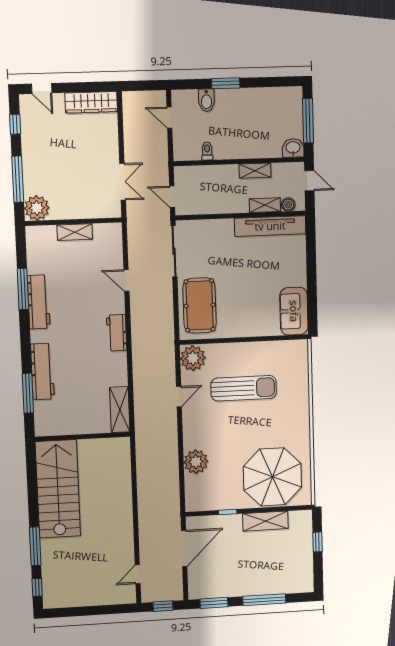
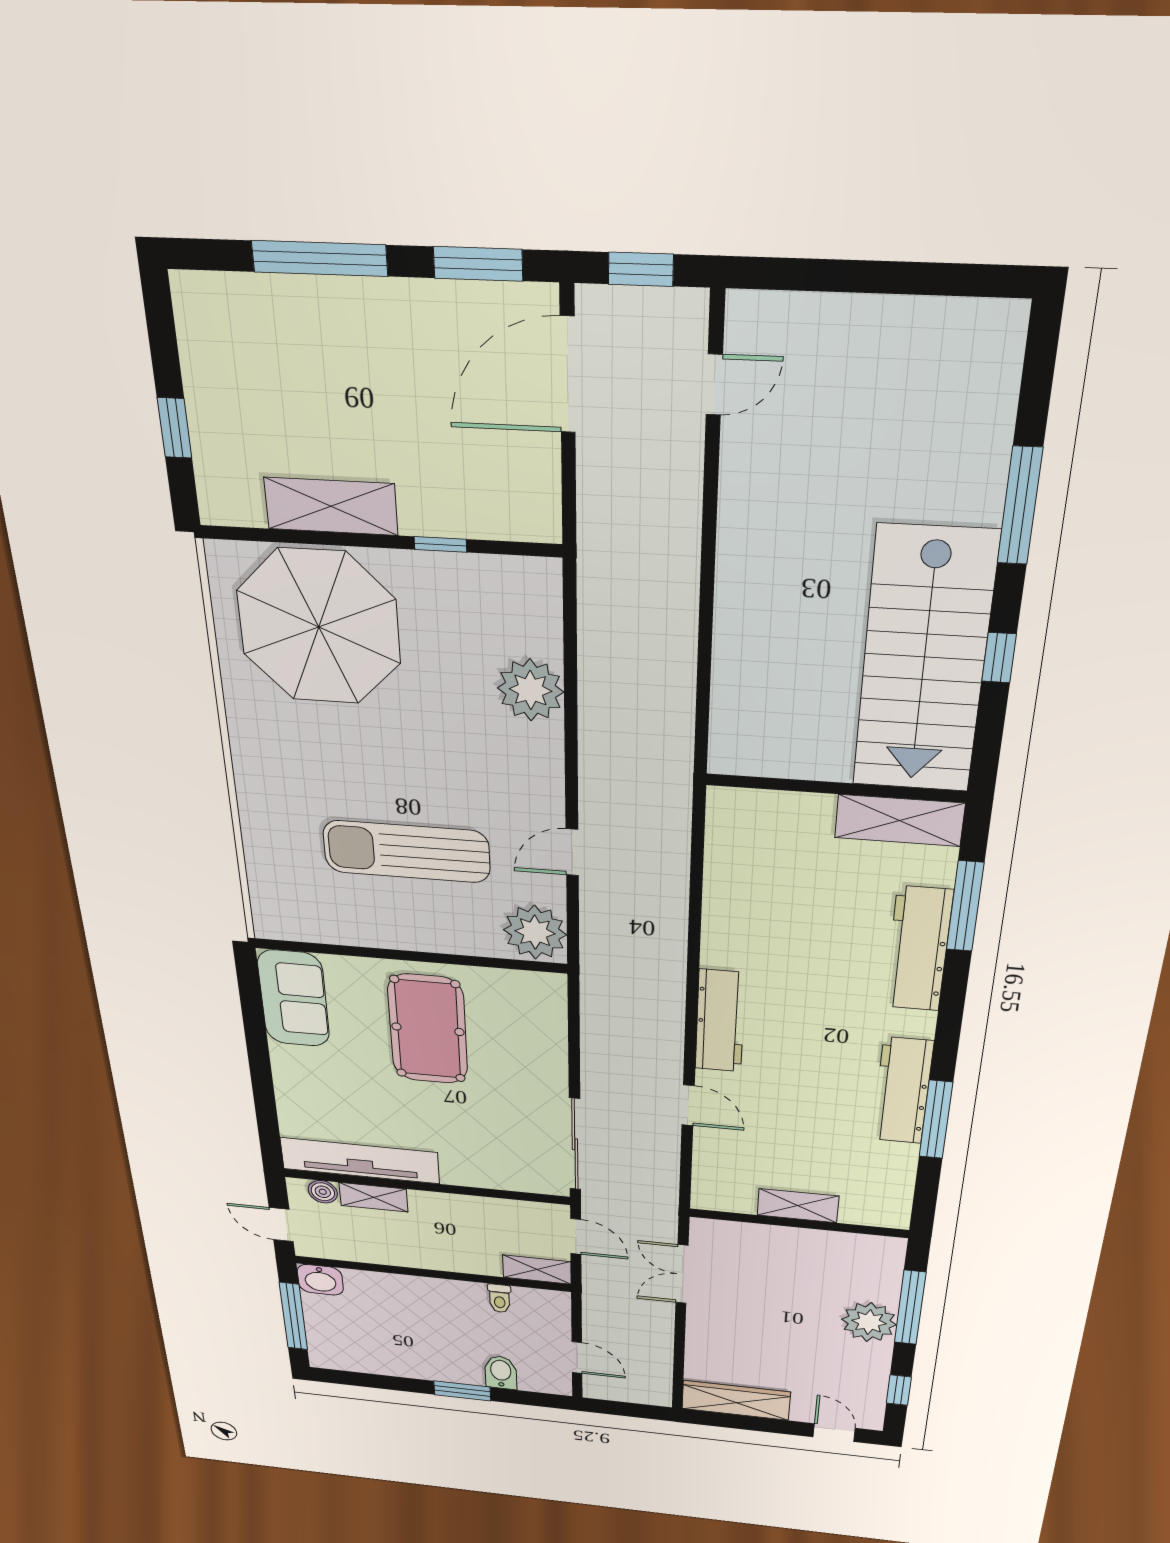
shelving: (255, 171) -> (537, 1270), moved
plant: (37, 208) -> (869, 1322), moved
pool table: (200, 305) -> (428, 1029), moved
workbench: (117, 333) -> (720, 1021), width x1.38
shelving: (120, 410) -> (900, 820), moved, turned 90
door: (184, 548) -> (568, 375), moved
window: (37, 587) -> (999, 658), moved

